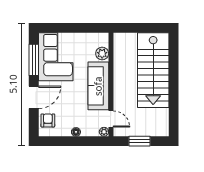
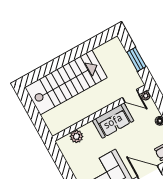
sofa: (98, 86) -> (113, 121), width x0.73
door: (111, 119) -> (131, 96), swing flipped

